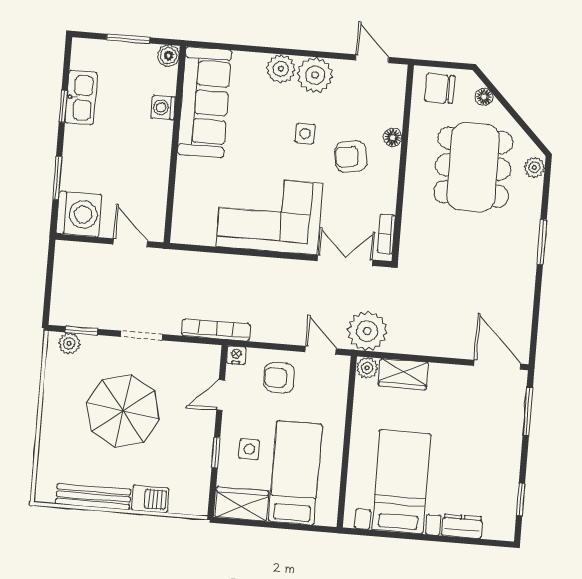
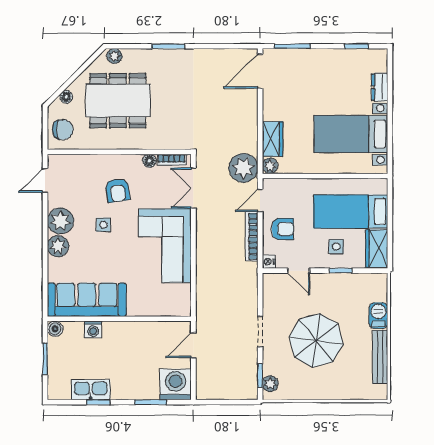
chair: (440, 88) -> (63, 130), turned -90
floor lamp: (393, 138) -> (149, 161), moved
bookcase: (216, 330) -> (252, 236), moved
armchair: (279, 378) -> (283, 229), turned -90

